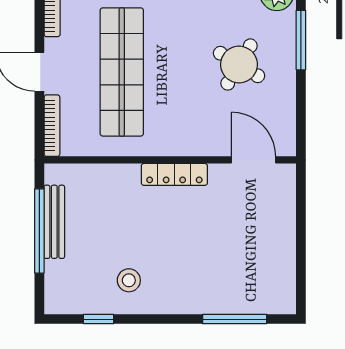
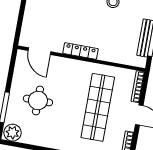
round table: (239, 65) -> (38, 100), turned -31

